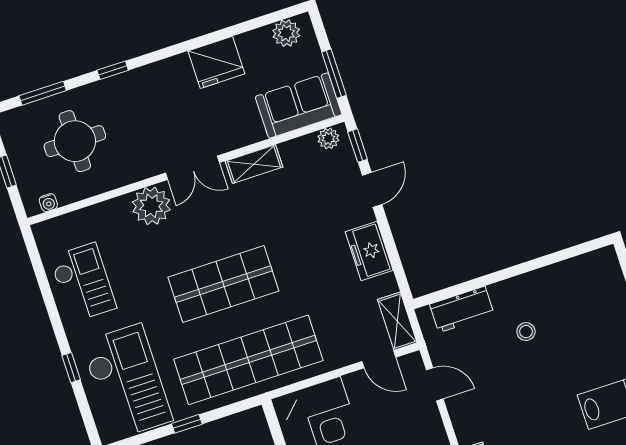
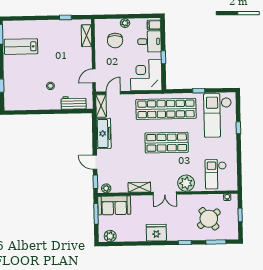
fridge: (216, 62) -> (156, 233), moved
round table: (75, 141) -> (209, 219), turned -38
double door: (192, 168) -> (165, 193), swing flipped
door: (372, 190) -> (95, 162), hinge flipped
freezer: (369, 251) -> (104, 133), width x1.40
checkout: (83, 283) -> (216, 174), moved
door: (379, 359) -> (113, 93), hinge flipped
door: (435, 384) -> (94, 76), hinge flipped

